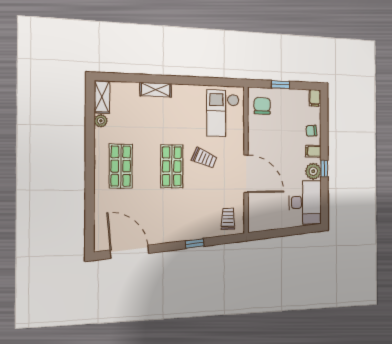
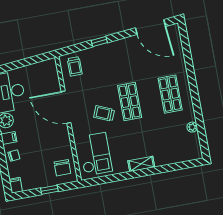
shelving: (156, 90) -> (141, 164), moved
shelving: (102, 97) -> (195, 146), removed

